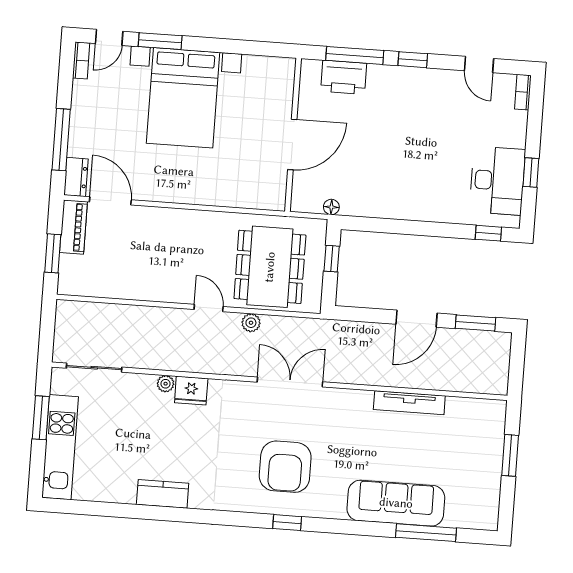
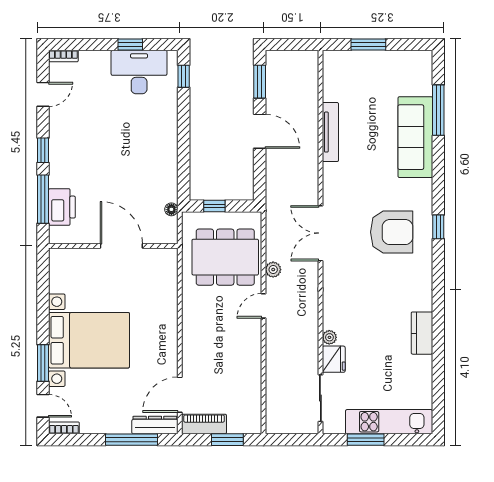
dresser: (76, 177) -> (155, 425), width x1.44
fridge: (191, 391) -> (334, 359), moved

